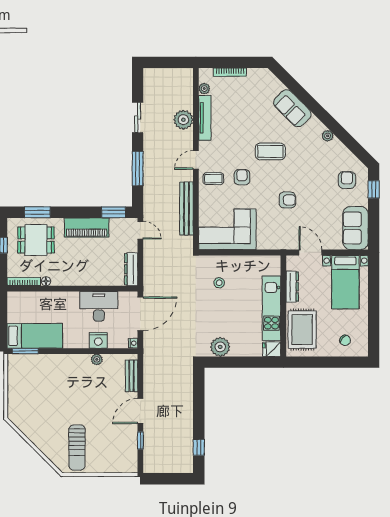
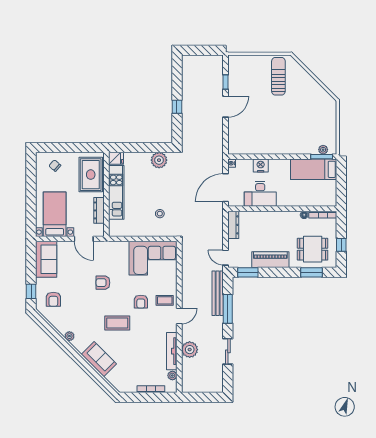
bench: (187, 208) -> (218, 293), moved
plant: (97, 359) -> (323, 150), moved
bench: (132, 376) -> (233, 136), removed
window: (199, 447) -> (177, 107), moved

